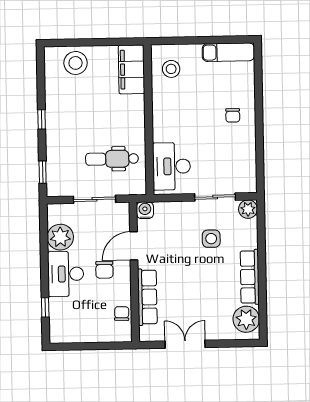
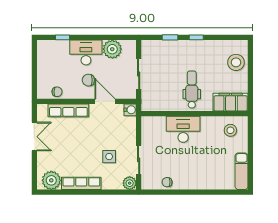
chair: (233, 115) -> (167, 182), moved
dental chair: (112, 159) -> (192, 89), moved
desk: (172, 166) -> (183, 129), moved
window: (43, 172) -> (170, 37), moved

